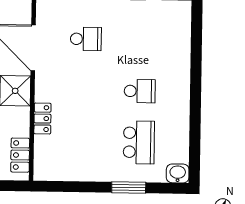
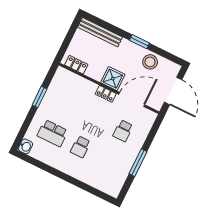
locker: (42, 119) -> (106, 94), moved
window: (129, 188) -> (40, 97), moved

